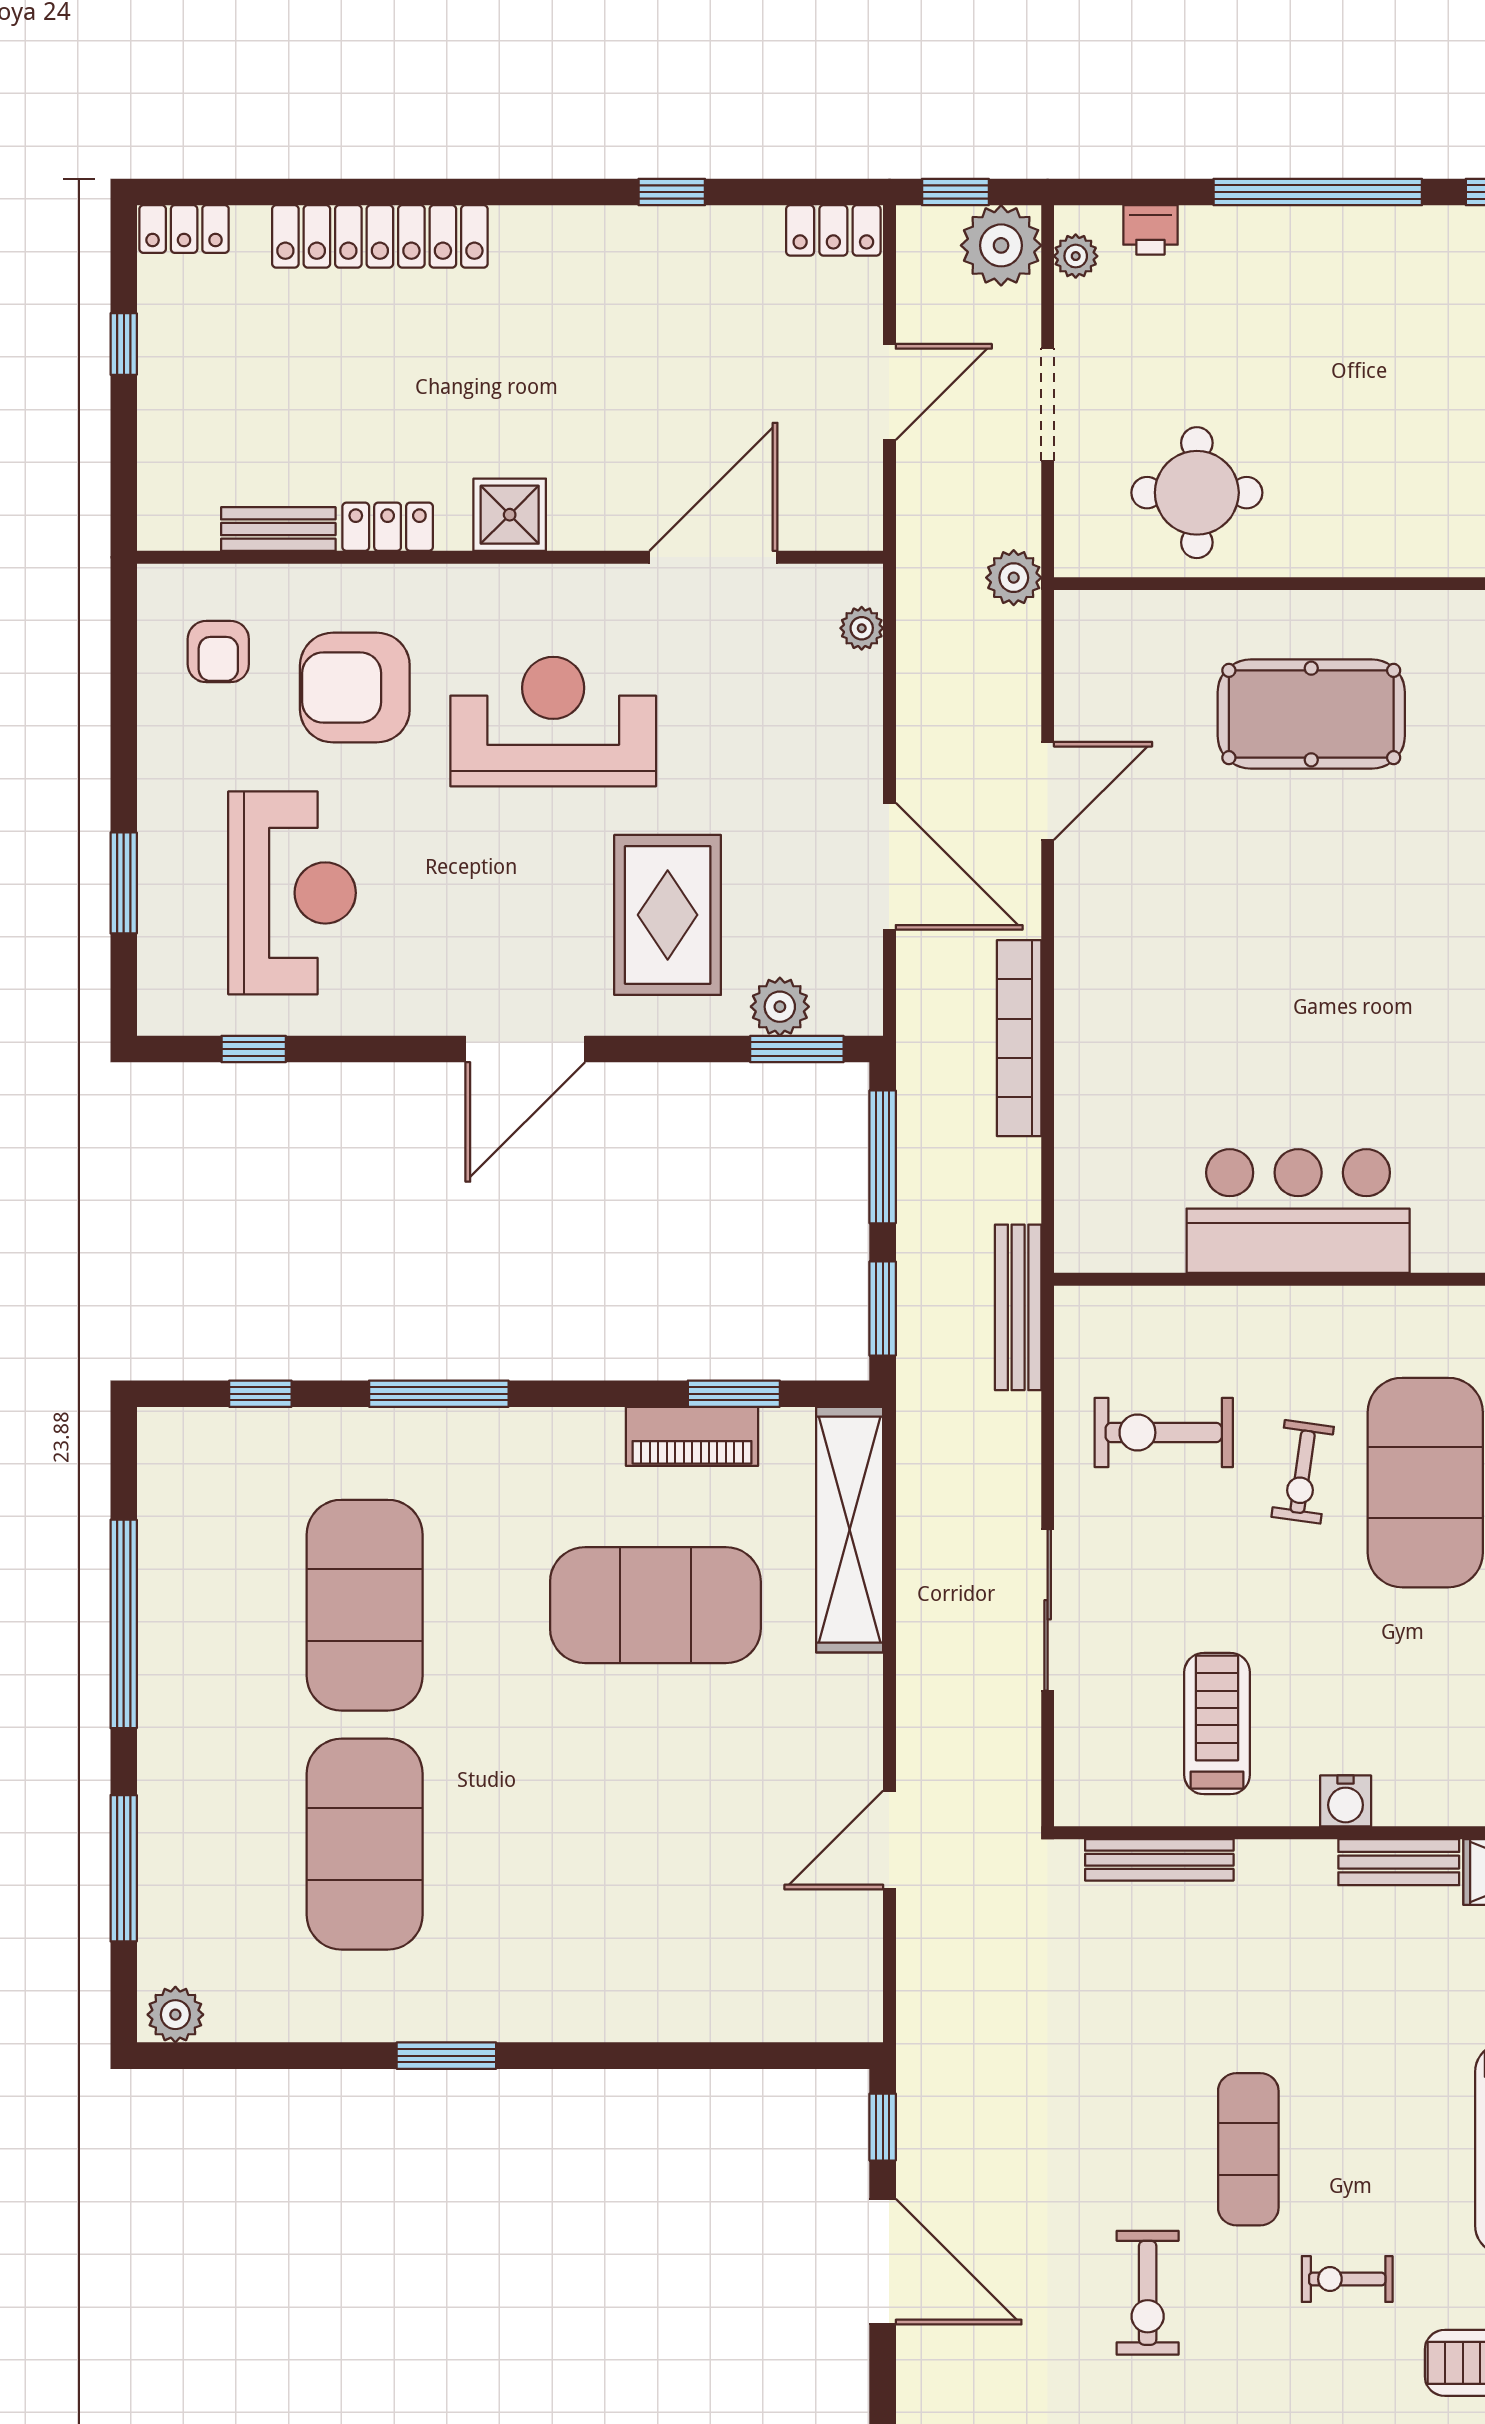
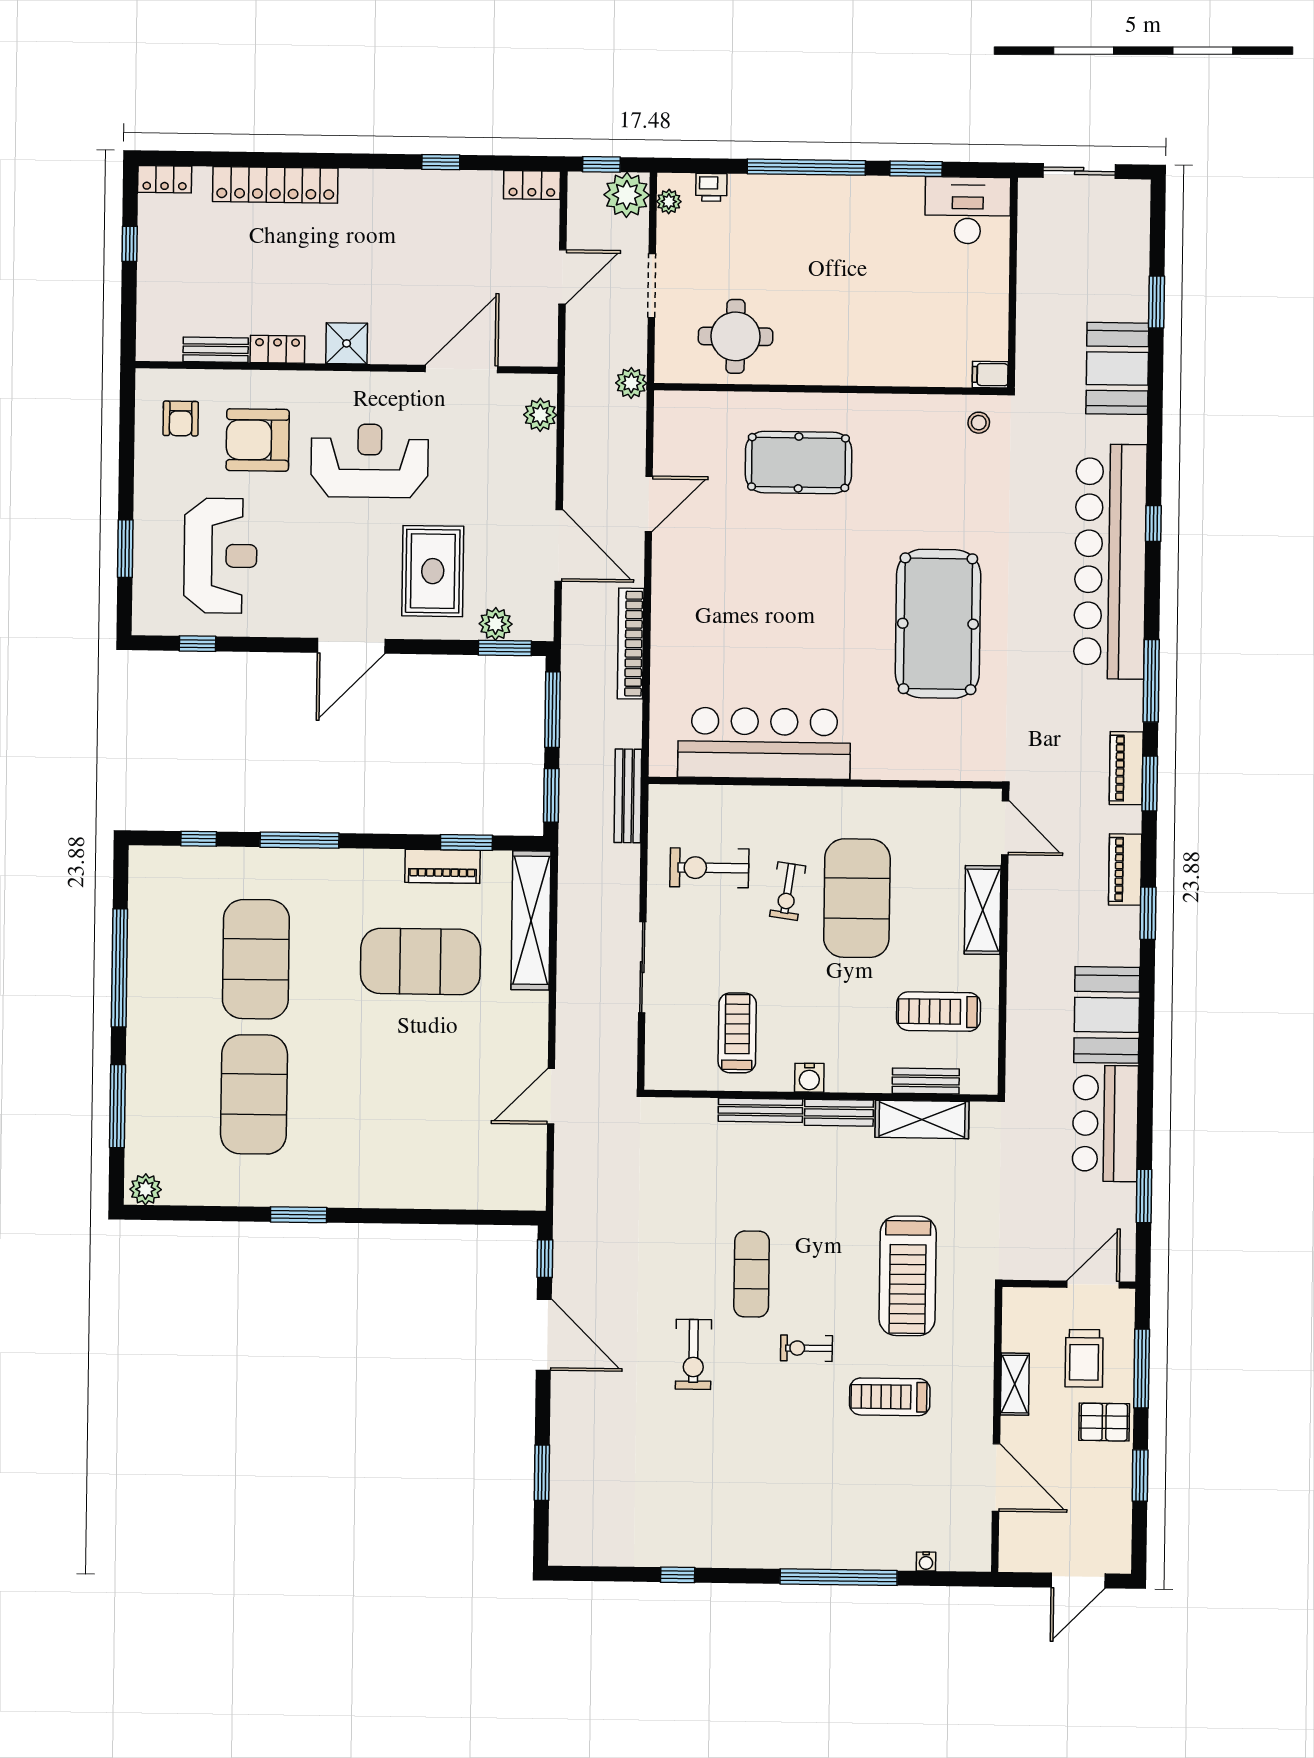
plant: (862, 628) -> (540, 415), width x1.38, depth x1.38
bar counter: (1298, 1211) -> (764, 743), width x1.36
bench: (1159, 1860) -> (760, 1110), moved

